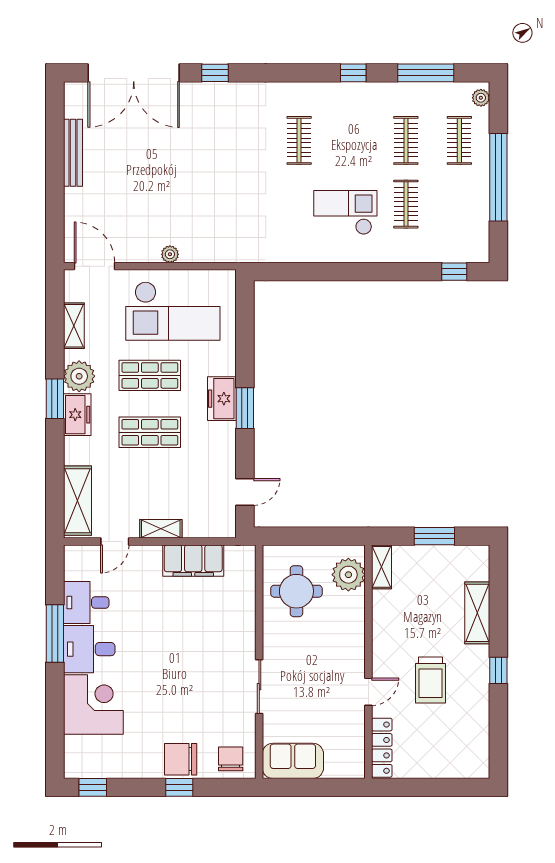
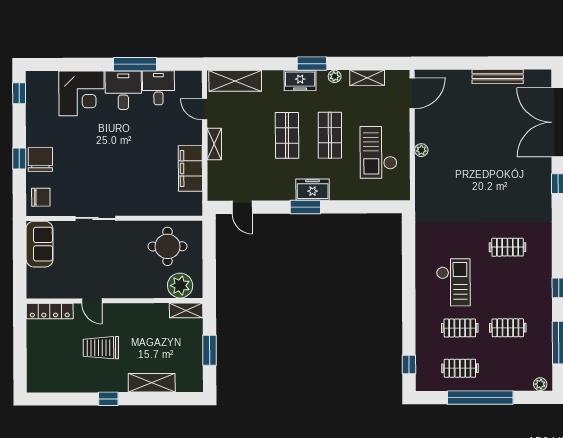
clothes rail: (459, 140) -> (460, 368), moved
checkout: (173, 311) -> (379, 152), width x0.73, depth x0.83
plant: (79, 376) -> (335, 76), width x0.53, depth x0.53

